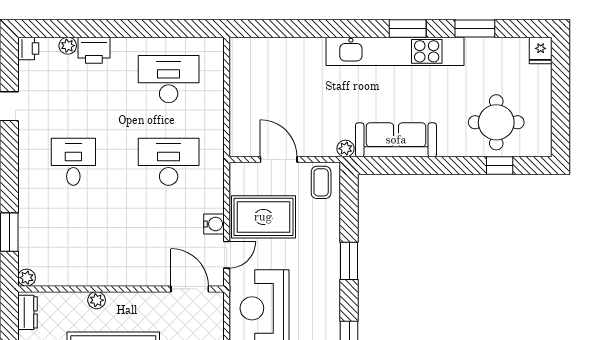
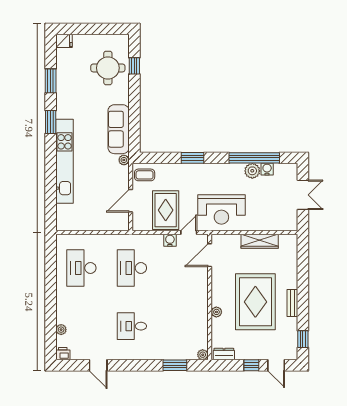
printer: (94, 50) -> (64, 314), removed
kitchen unit: (395, 51) -> (65, 161), moved
door: (227, 255) -> (189, 233), hinge flipped

